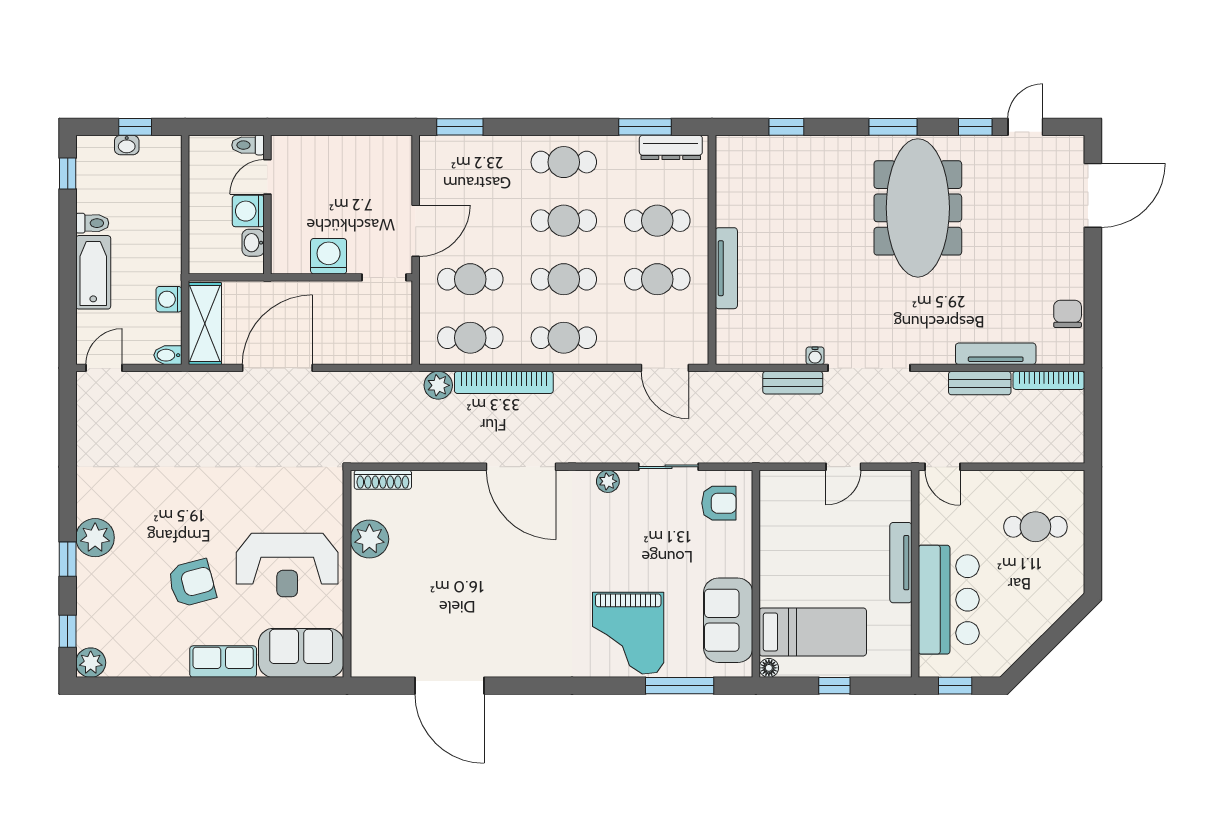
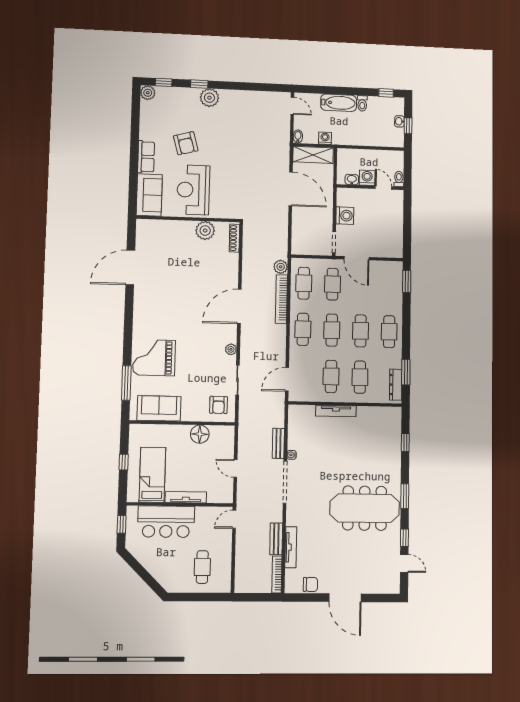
door: (1093, 195) -> (345, 598), moved
bed: (813, 632) -> (152, 475), moved, turned 180
floor lamp: (769, 668) -> (200, 434), moved, width x1.89, depth x1.89

